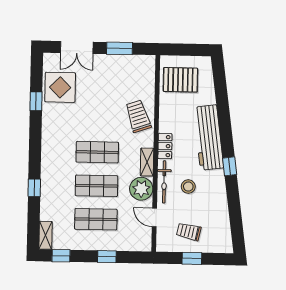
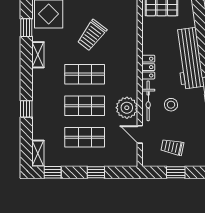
trolley: (138, 116) -> (92, 35), moved, turned -124
shelving: (147, 162) -> (38, 55), moved

